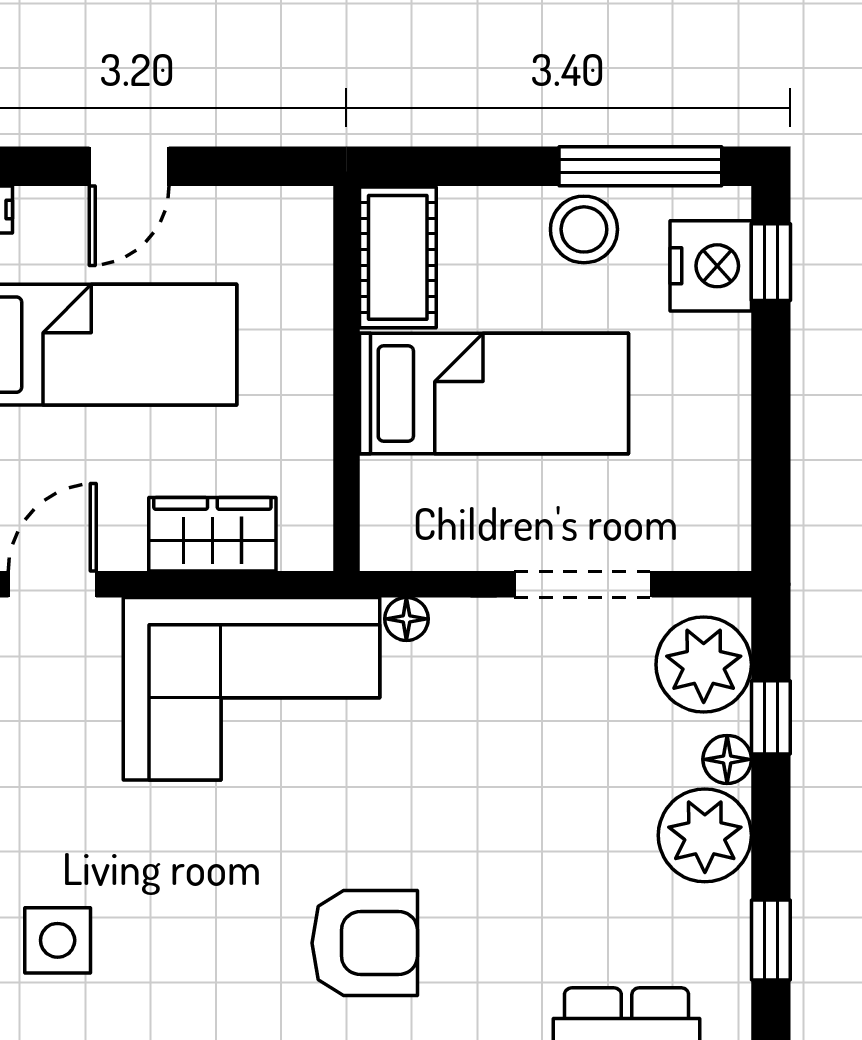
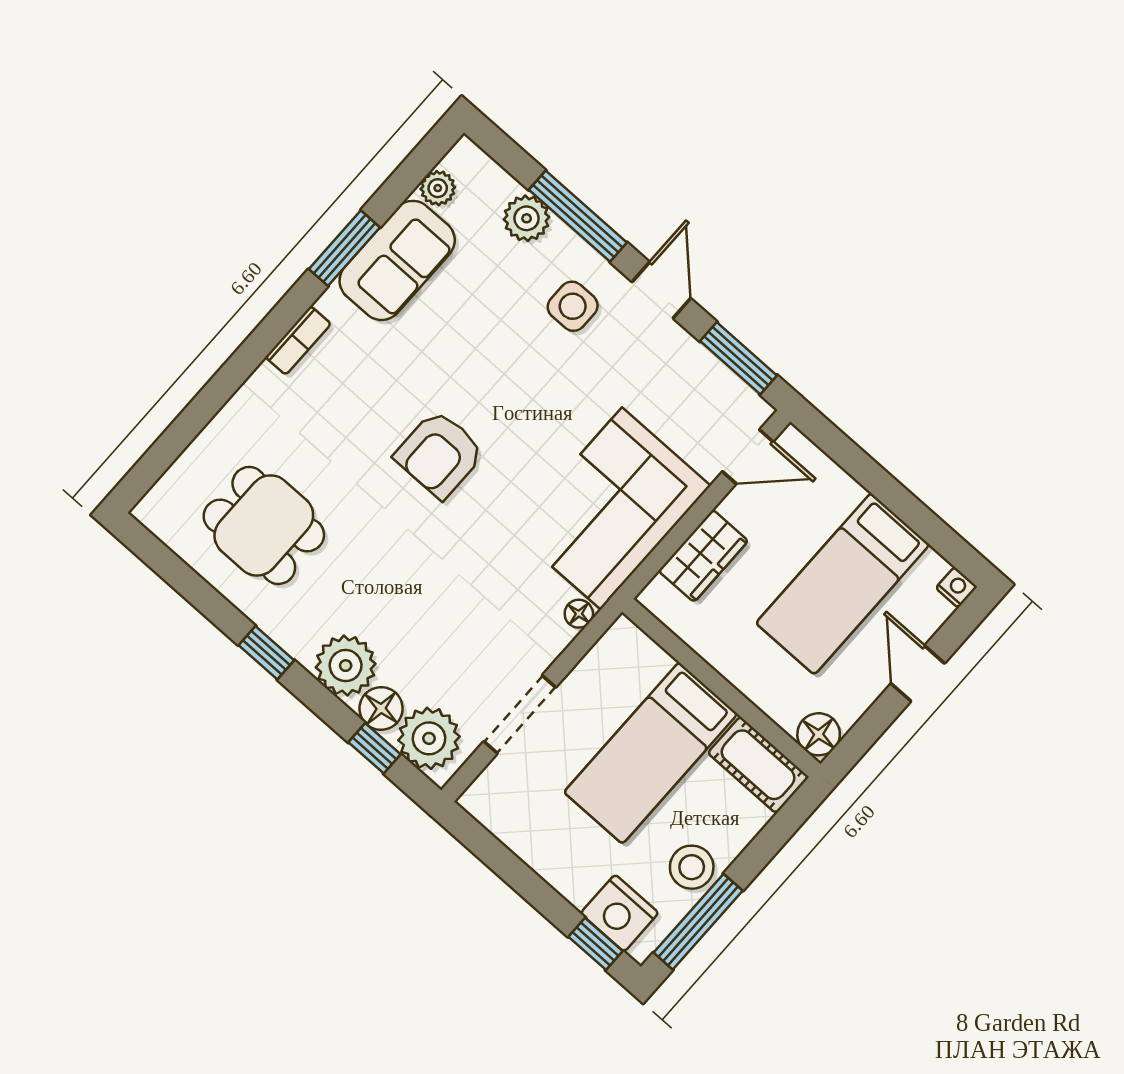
floor lamp: (301, 219) -> (819, 734), added
door: (52, 584) -> (748, 457), hinge flipped
floor lamp: (727, 759) -> (381, 709), width x1.37, depth x1.37

